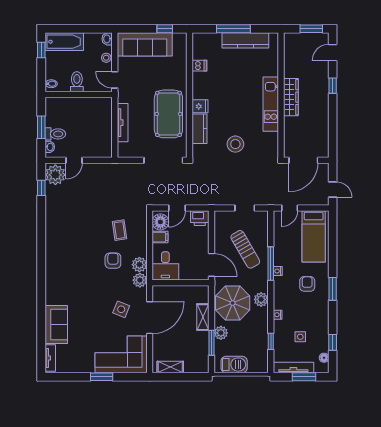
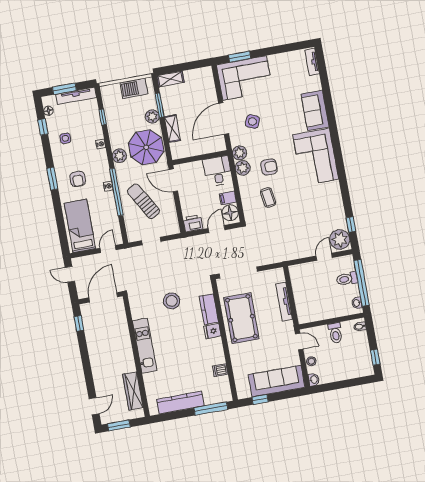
window: (233, 29) -> (211, 409), moved
bathtub: (64, 42) -> (355, 369), removed
window: (333, 86) -> (79, 323), moved
wardrobe: (291, 97) -> (133, 391), moved
window: (41, 127) -> (362, 283), width x2.11
washbasin: (50, 147) -> (357, 303), moved
armchair: (113, 261) -> (269, 167), turned -90
corner sofa: (64, 262) -> (316, 157), added
window: (271, 264) -> (116, 192), width x1.46
sofa: (56, 325) -> (315, 110), moved
side table: (300, 337) -> (65, 138), moved
shelving: (170, 367) -> (170, 79), moved
window: (102, 377) -> (240, 57), moved

